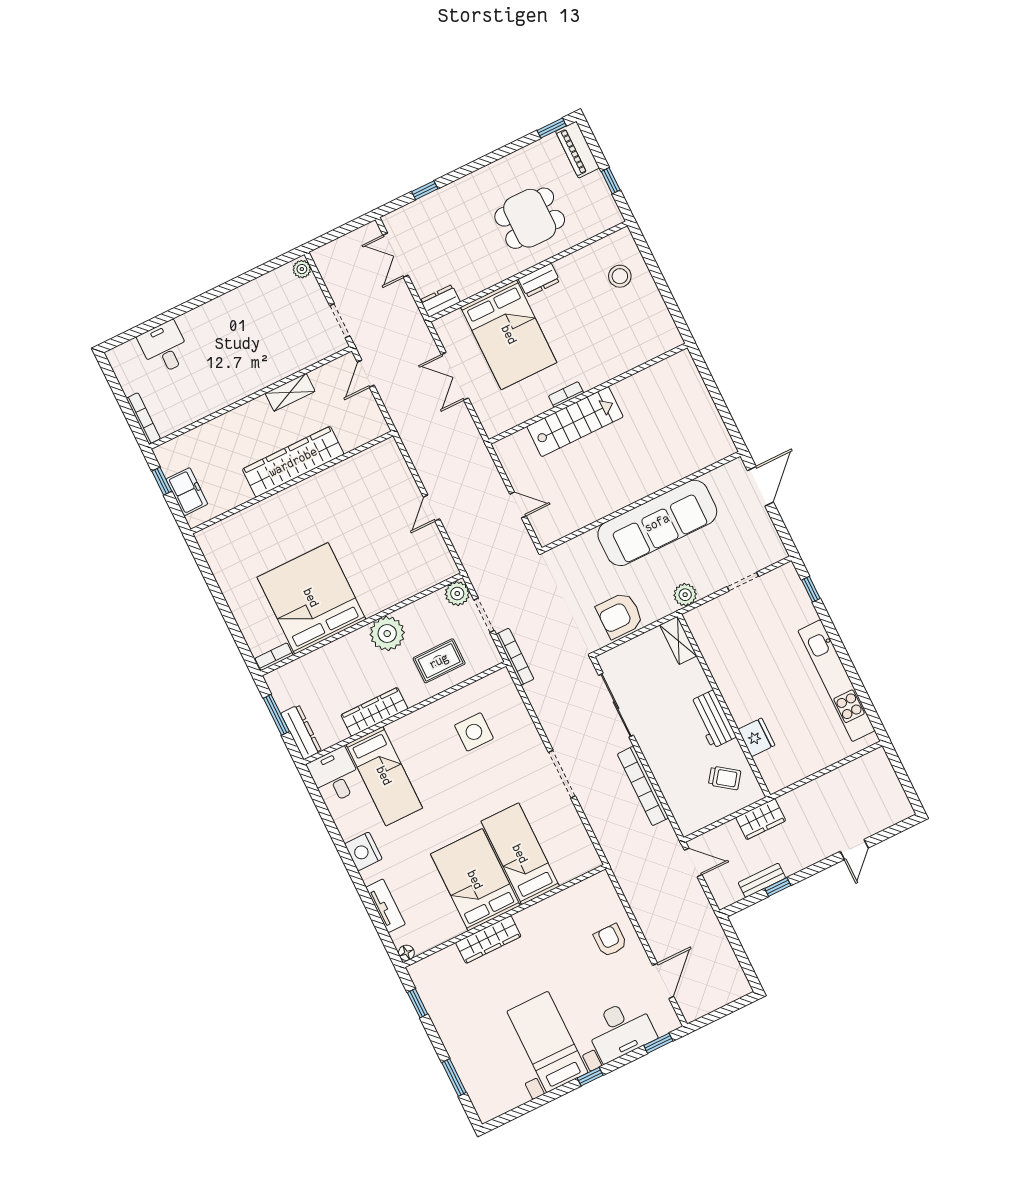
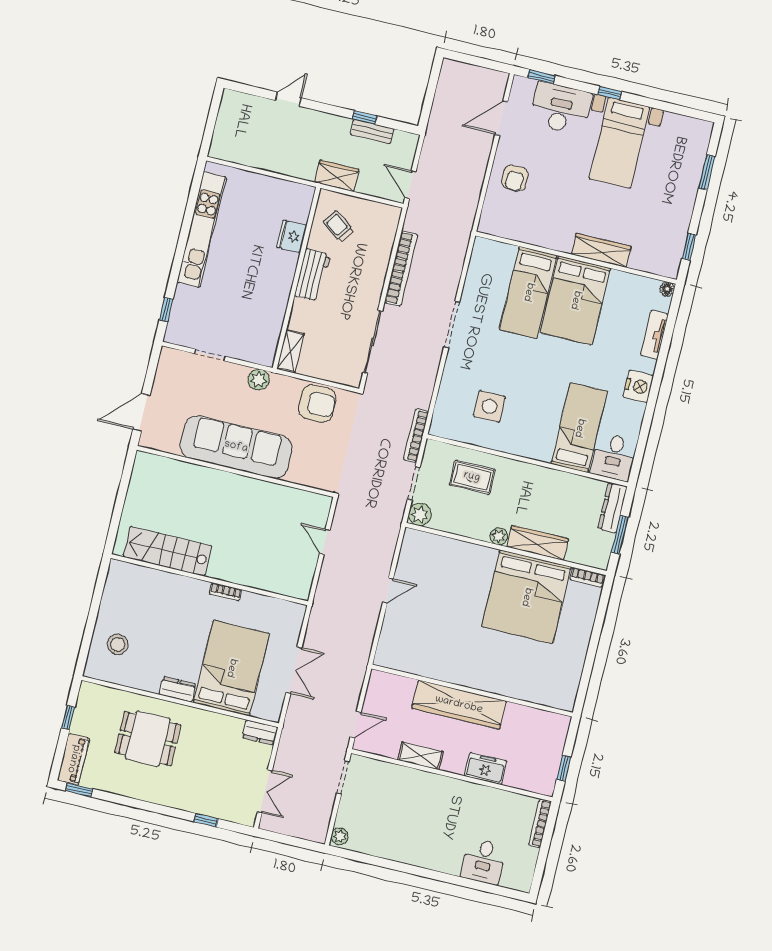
stairs: (575, 422) -> (167, 551), moved
freezer: (187, 492) -> (486, 768), moved, turned 90
plant: (387, 634) -> (499, 536), width x0.53, depth x0.53
wardrobe: (374, 712) -> (538, 543), moved, turned 180

